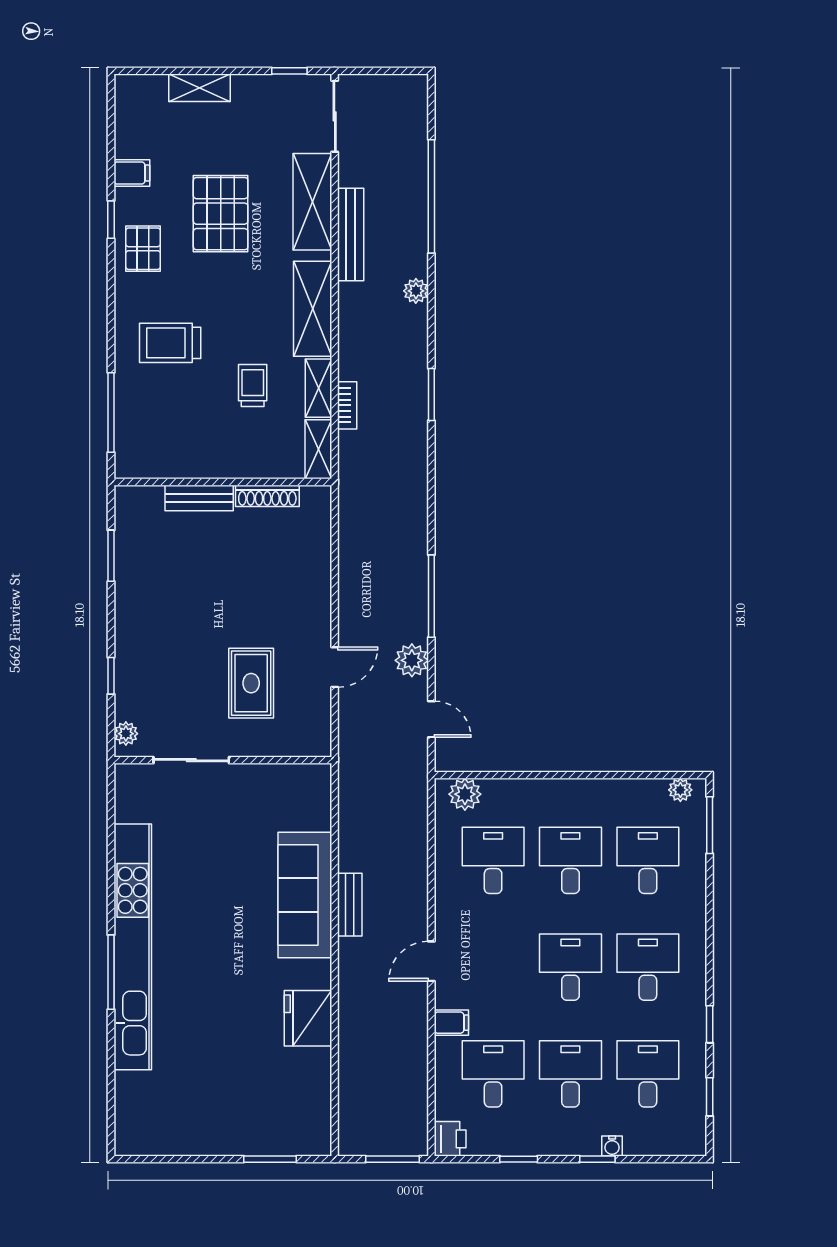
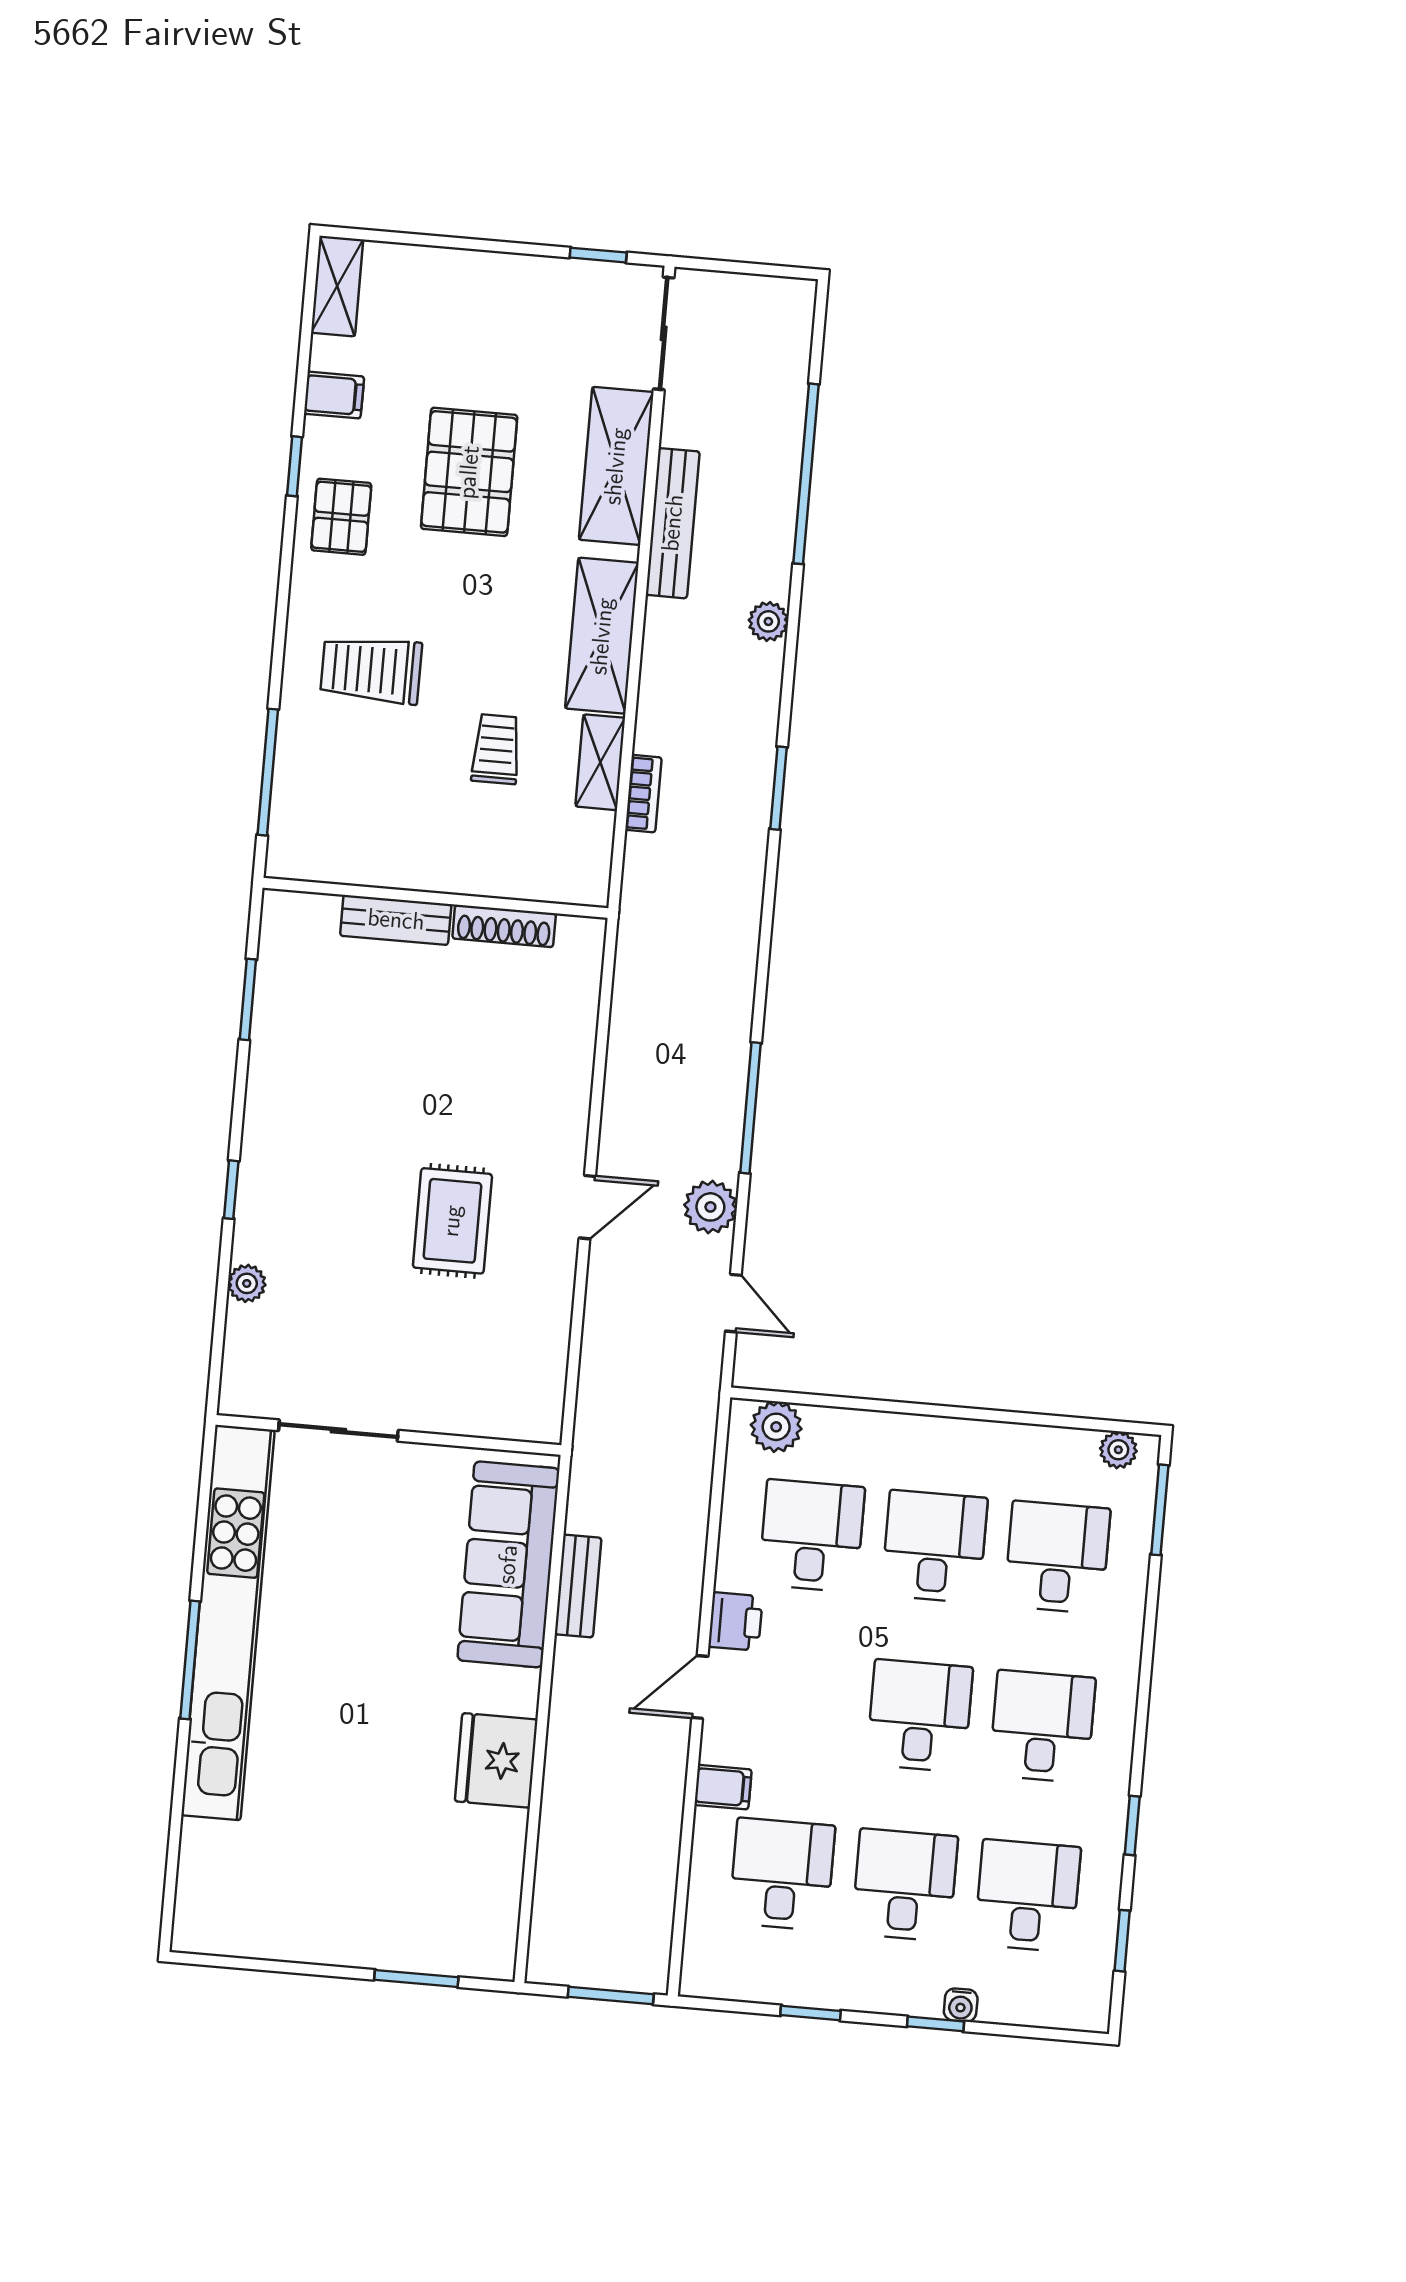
shelving: (199, 88) -> (337, 286), moved, turned 90
shelving: (318, 449) -> (591, 859), removed
sliding door: (191, 760) -> (338, 1431), moved
wall: (223, 760) -> (389, 1435), moved
printer: (450, 1139) -> (736, 1621), moved

